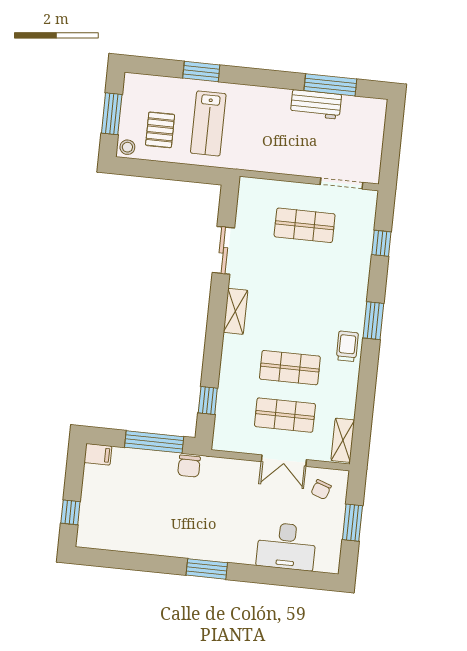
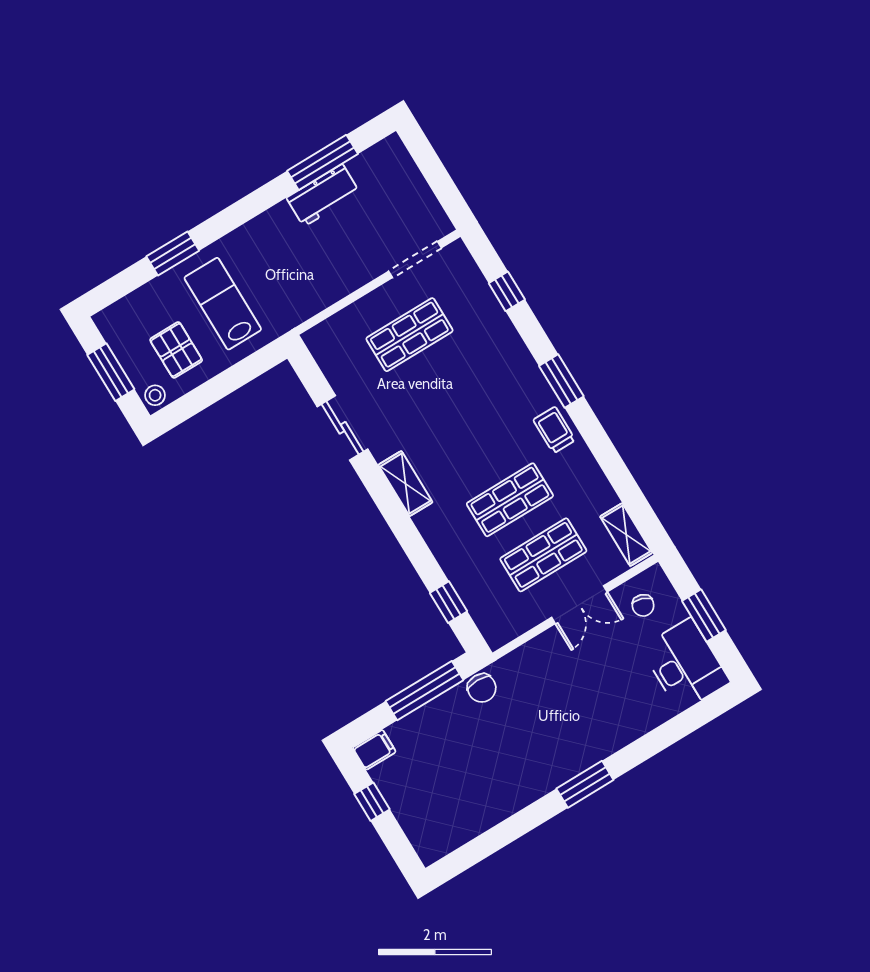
lab bench: (208, 123) -> (223, 304), turned 180
window: (70, 512) -> (372, 802), moved
desk: (286, 546) -> (685, 665), moved, turned -90

